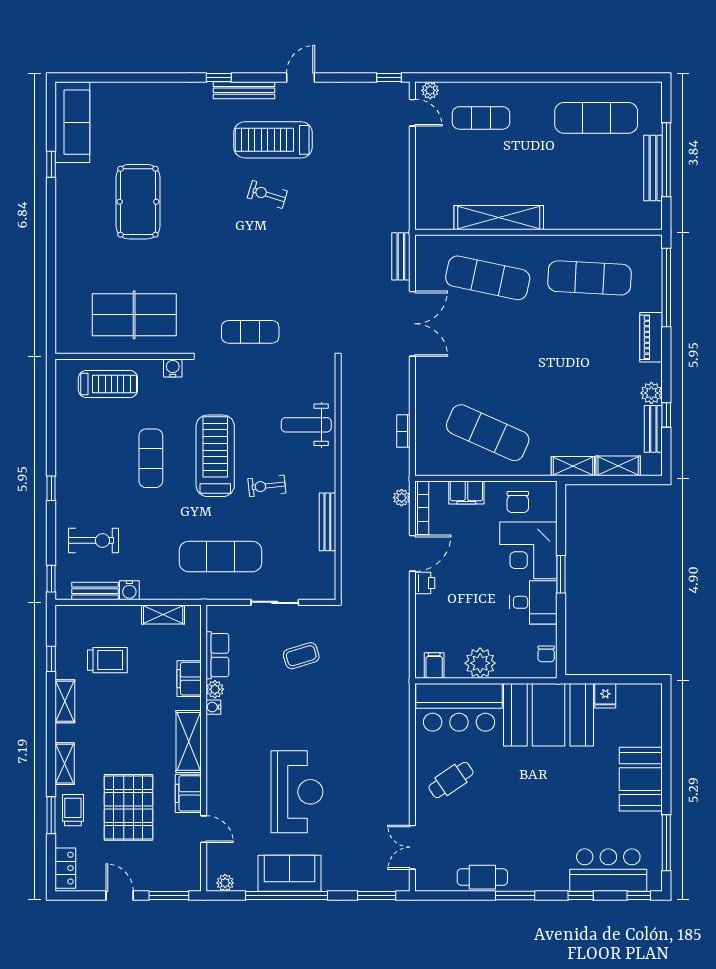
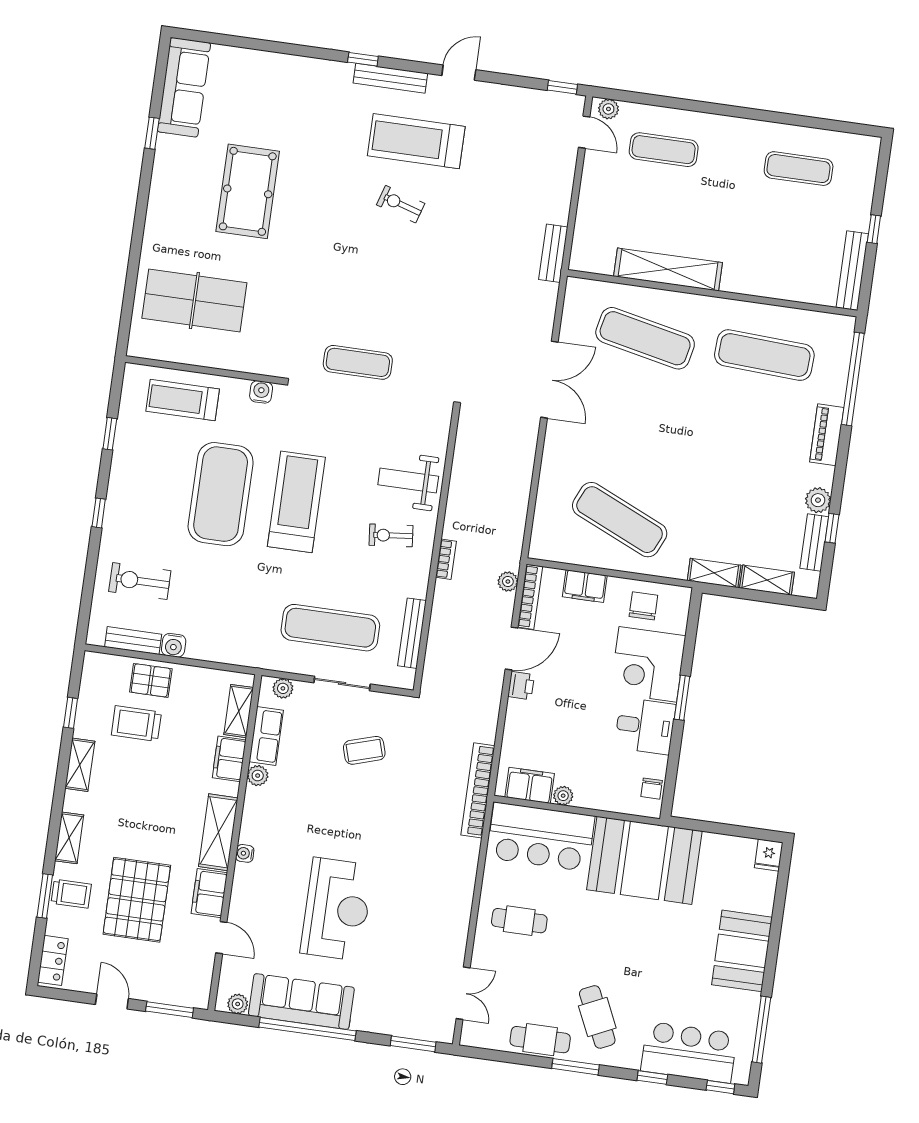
exercise mat: (596, 118) -> (799, 169), width x0.73, depth x0.69
window: (666, 160) -> (874, 229), width x0.32
bench: (653, 168) -> (852, 271), moved
bench: (401, 256) -> (553, 253), moved
table tennis table: (134, 315) -> (194, 300), moved
treadmill: (108, 384) -> (183, 400), turned 180
bookcase: (403, 431) -> (446, 559), moved, turned 180
exercise mat: (151, 458) -> (221, 494), width x2.00, depth x1.45
exercise bike: (267, 486) -> (391, 535), moved
chair: (518, 502) -> (643, 606), turned 180
bench: (327, 522) -> (412, 633), moved
exercise bike: (93, 540) -> (140, 581), turned 180
exercise mat: (221, 557) -> (330, 628), moved
window: (51, 579) -> (110, 434), moved
plant: (226, 613) -> (283, 688), added
shelving: (163, 614) -> (239, 711), moved, turned 90
pallet: (114, 622) -> (151, 680), added
trolley: (107, 660) -> (136, 724), turned 180
plant: (480, 663) -> (563, 796), width x0.53, depth x0.53
filing cabinet: (434, 666) -> (530, 785), width x2.00
bookcase: (401, 676) -> (478, 790), added
fridge: (605, 696) -> (769, 855), moved
water cooler: (213, 707) -> (245, 853), moved
cafe table: (451, 780) -> (519, 921), turned 34
trolley: (73, 810) -> (71, 894), turned 90
double door: (412, 847) -> (463, 993), swing flipped
cafe table: (527, 851) -> (597, 1017), added
sofa: (289, 873) -> (301, 1001), width x1.36

